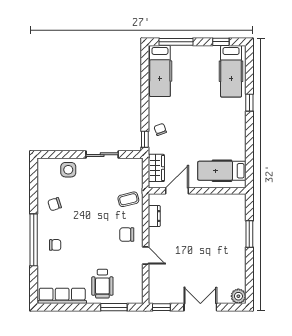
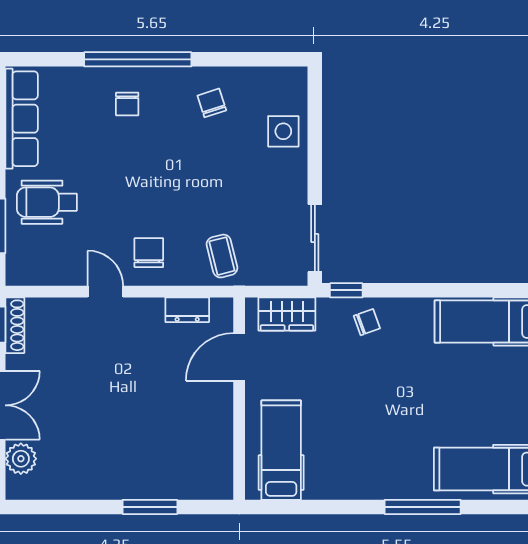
window: (249, 103) -> (423, 507), width x2.17
sliding door: (102, 155) -> (315, 238), moved
door: (177, 191) -> (239, 357), swing flipped
door: (146, 255) -> (105, 292), swing flipped
plant: (238, 296) -> (21, 459), moved
shoe rack: (162, 299) -> (15, 325), added

